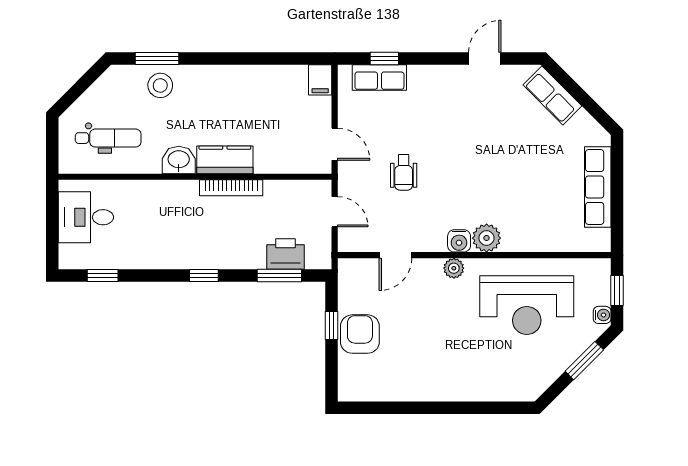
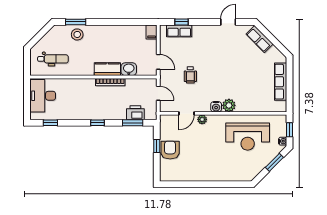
washbasin: (179, 160) -> (129, 69), moved
desk: (86, 217) -> (43, 96), width x1.37
plant: (454, 268) -> (202, 119), moved

